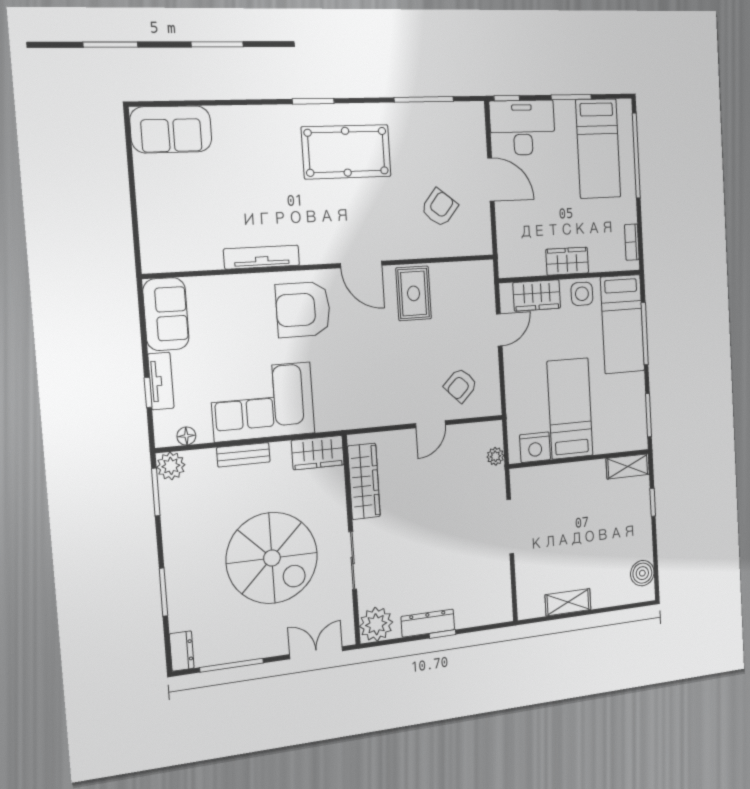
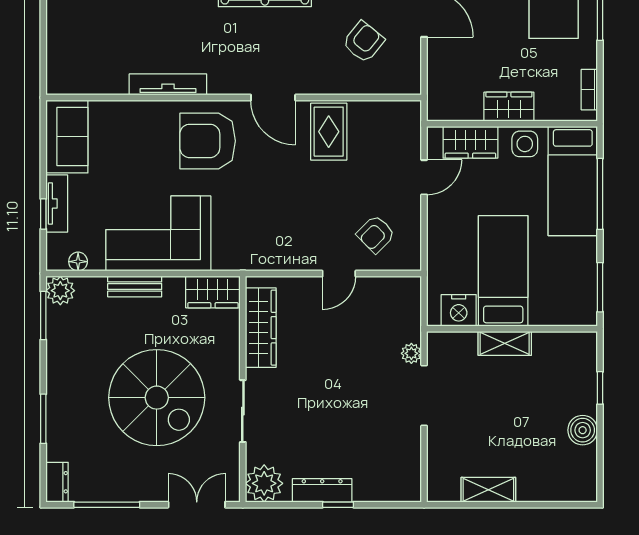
plant: (495, 456) -> (411, 353), moved
shelving: (628, 466) -> (505, 343), moved
boiler: (642, 573) -> (583, 430), moved

